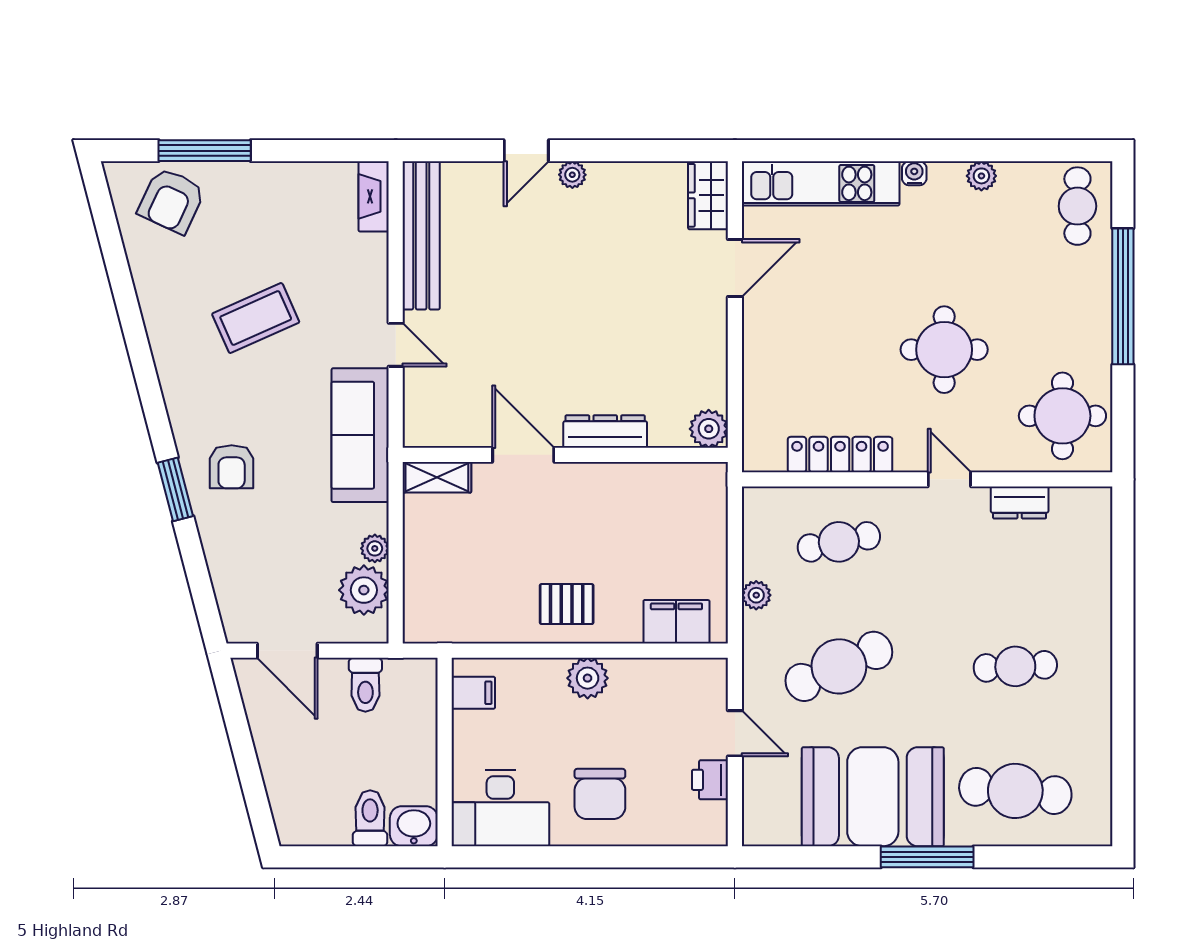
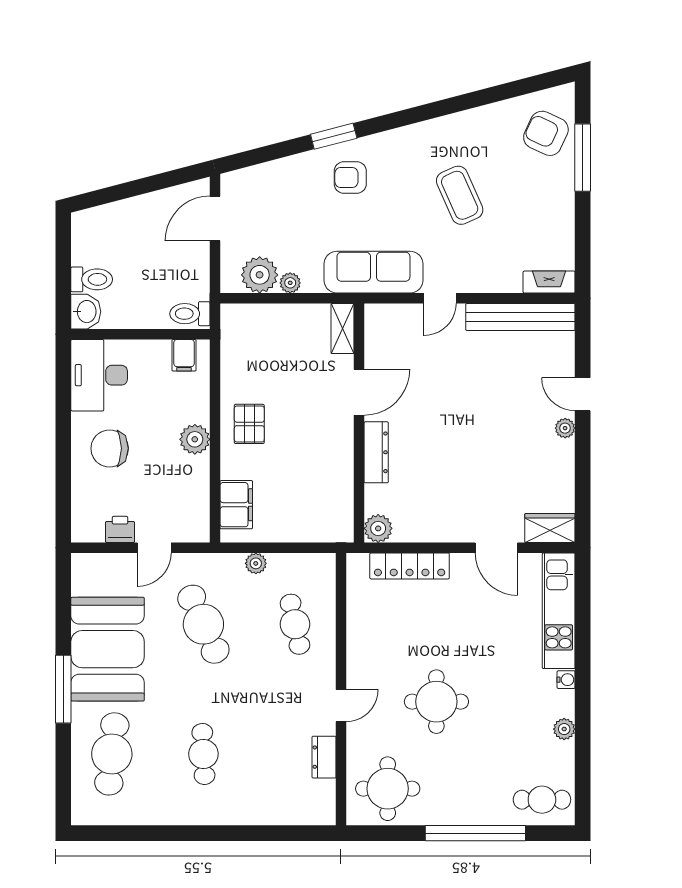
locker: (840, 455) -> (410, 566), moved, turned 90
toilet: (365, 685) -> (190, 314), moved

